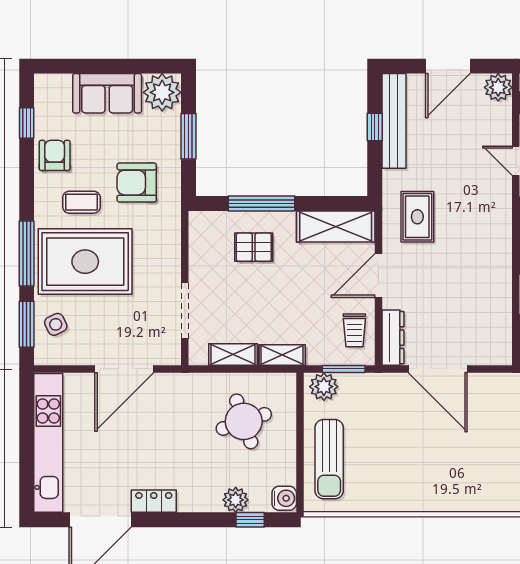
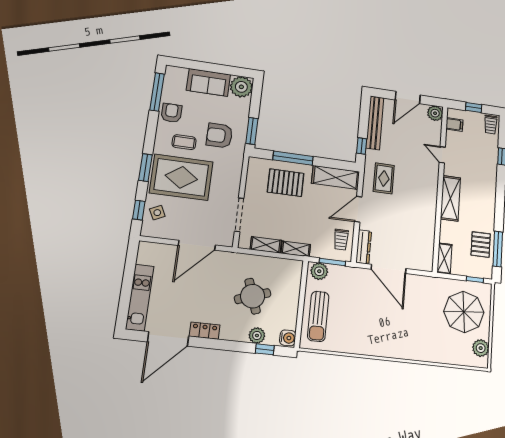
window: (27, 123) -> (157, 92), width x2.17
window: (375, 127) -> (362, 146), moved
window: (188, 136) -> (252, 131), moved
pallet: (254, 247) -> (286, 183), width x1.50, depth x1.42
window: (27, 254) -> (145, 168), width x0.69
window: (27, 324) -> (139, 210), width x0.67
round table: (244, 421) -> (253, 296), moved
kitchen unit: (48, 443) -> (140, 298), width x0.73

